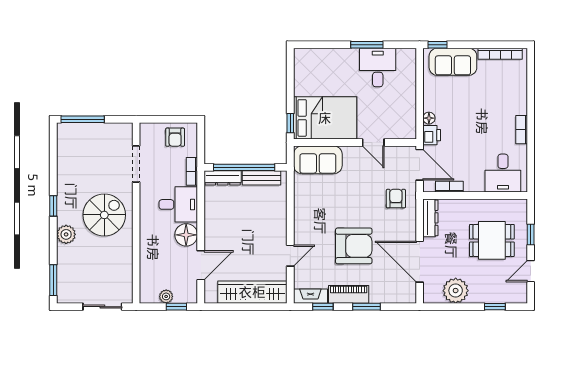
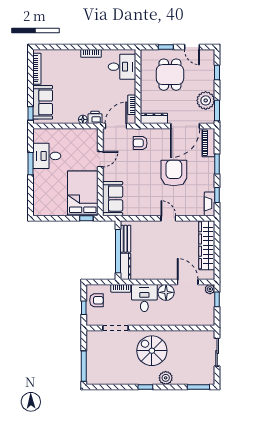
window: (165, 119) -> (84, 308), added
door: (290, 256) -> (168, 218), moved
piano: (349, 294) -> (208, 143), moved
plant: (166, 296) -> (210, 289), moved
window: (441, 307) -> (217, 111), added

